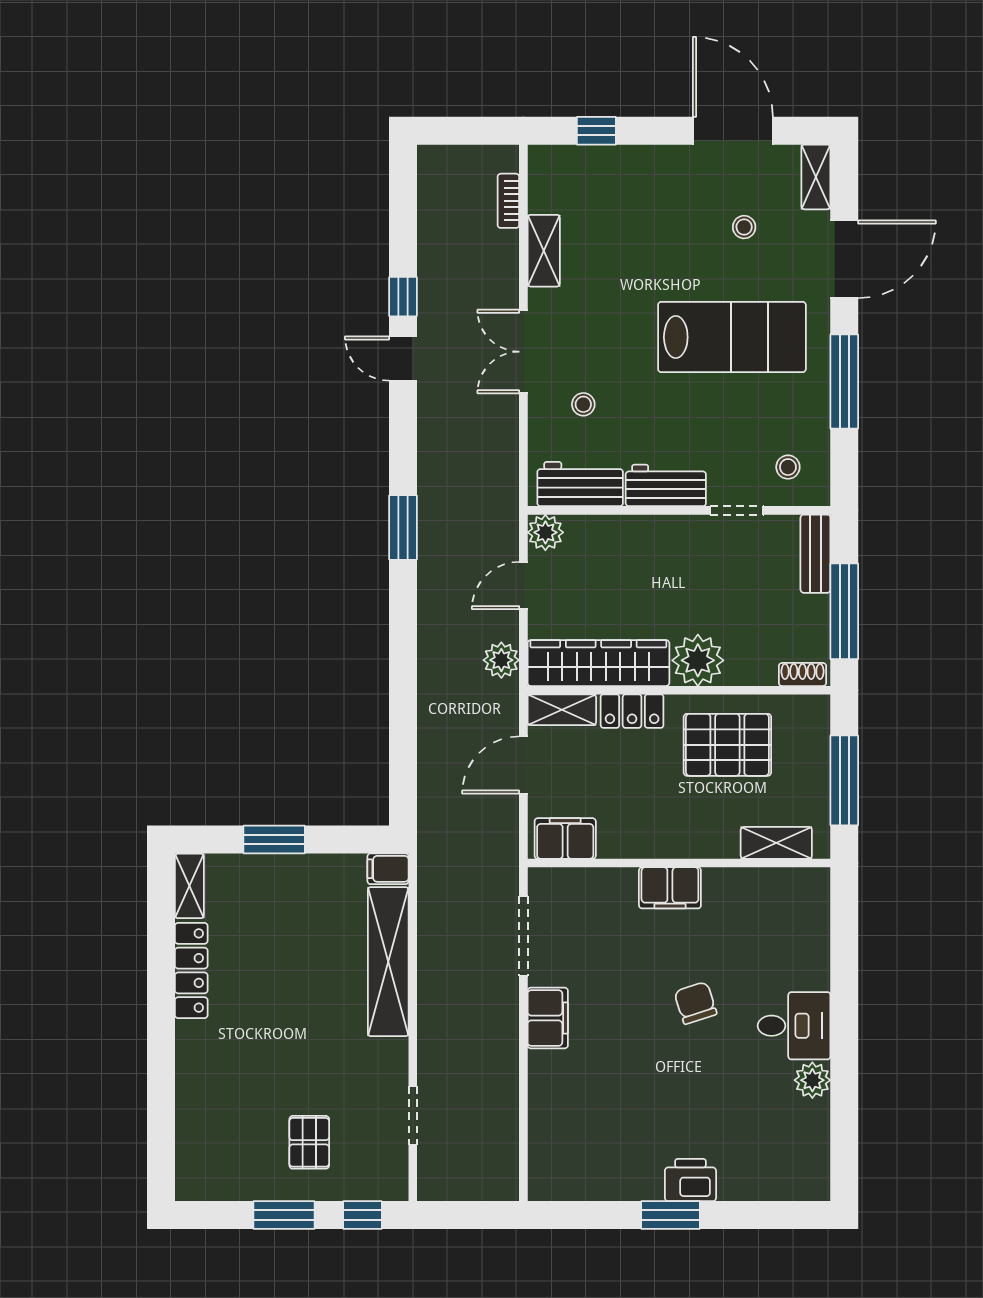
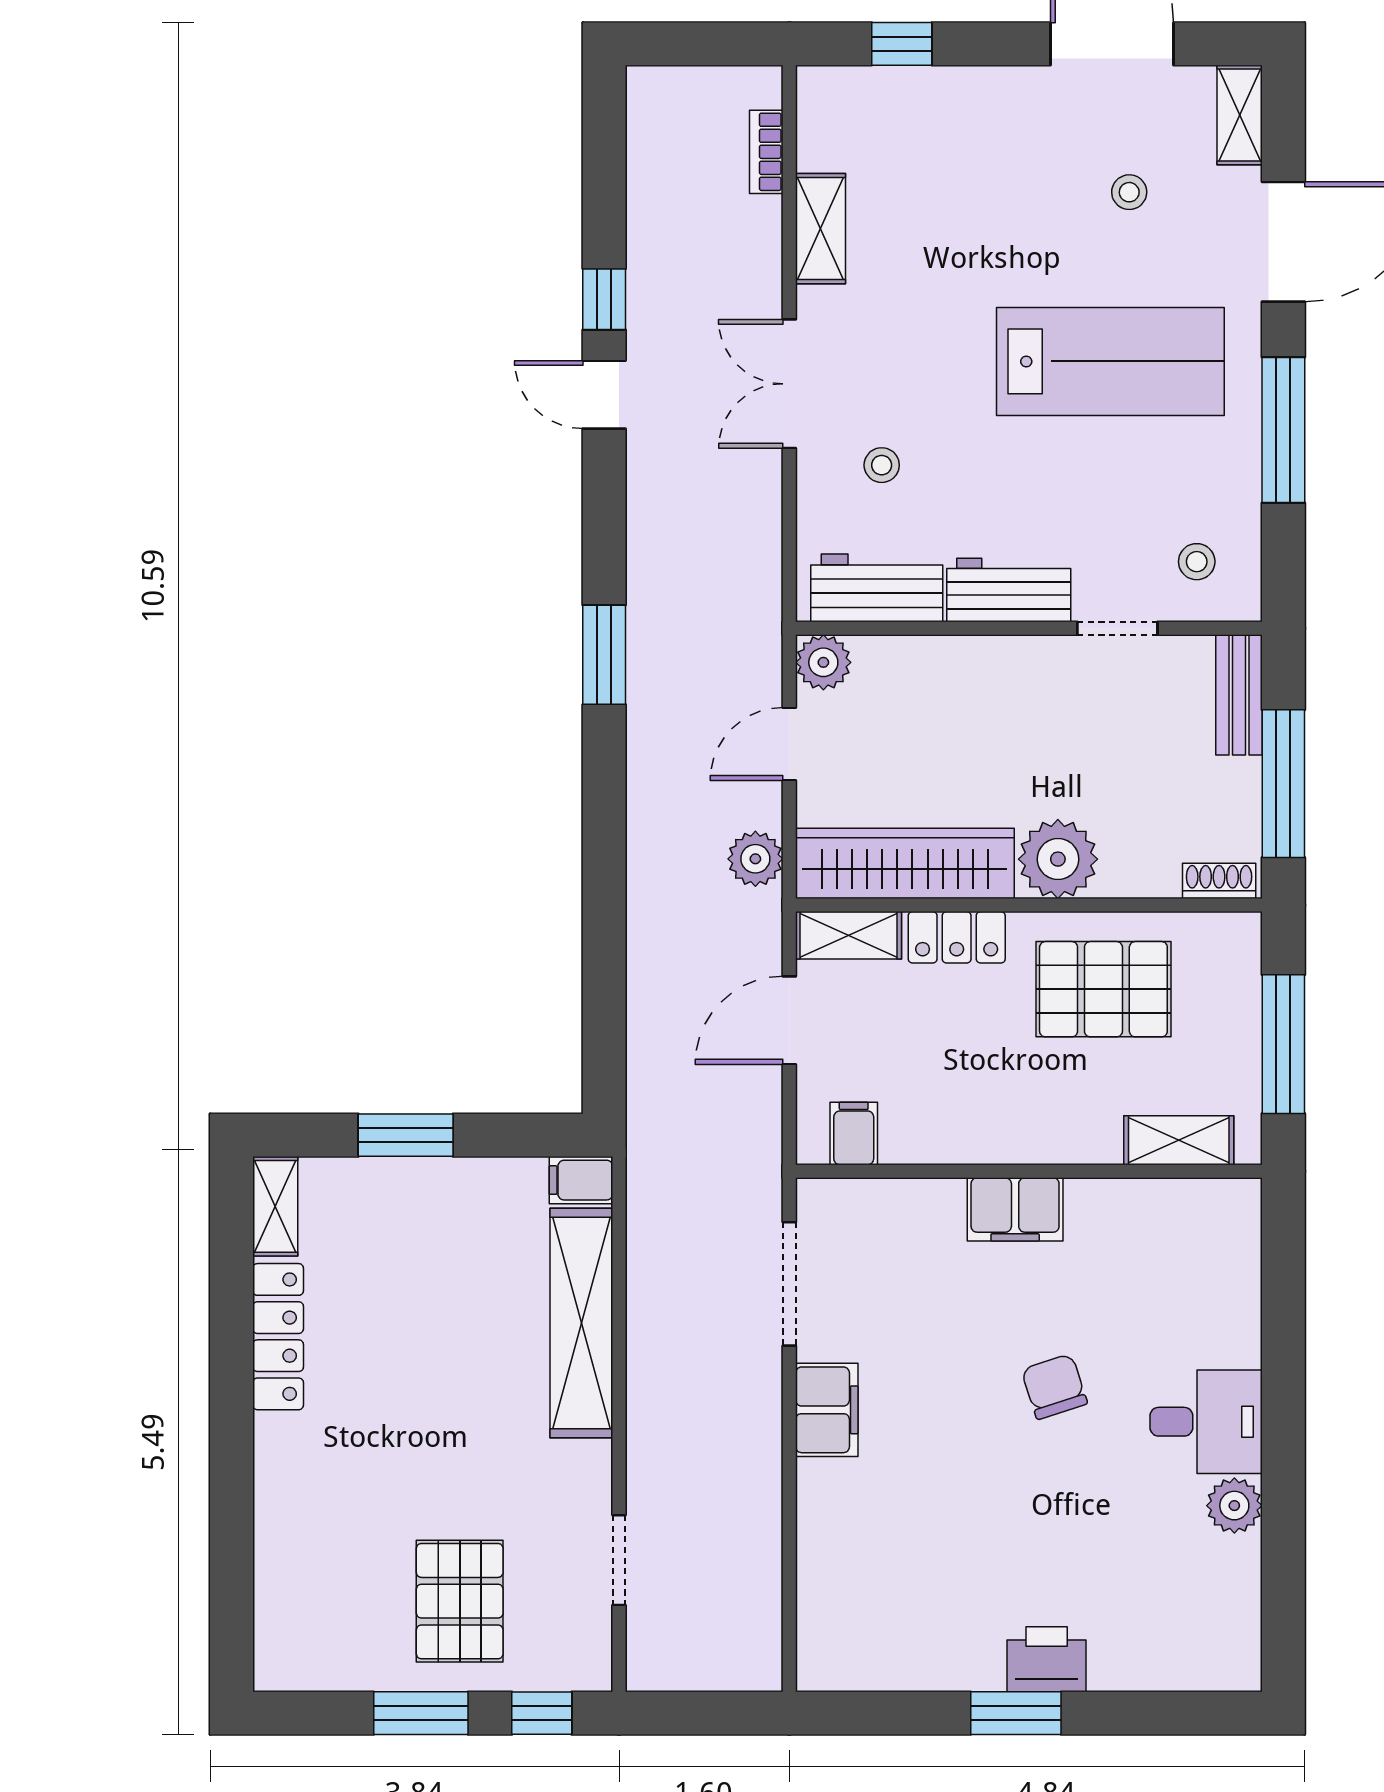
filing cabinet: (565, 839) -> (854, 1133), width x0.50
pallet: (309, 1142) -> (460, 1601), width x1.50, depth x1.42

